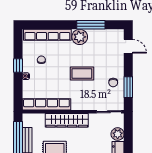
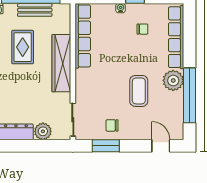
window: (91, 25) -> (189, 95), width x1.46
door: (128, 46) -> (161, 146), swing flipped
coffee table: (82, 73) -> (139, 91), moved

